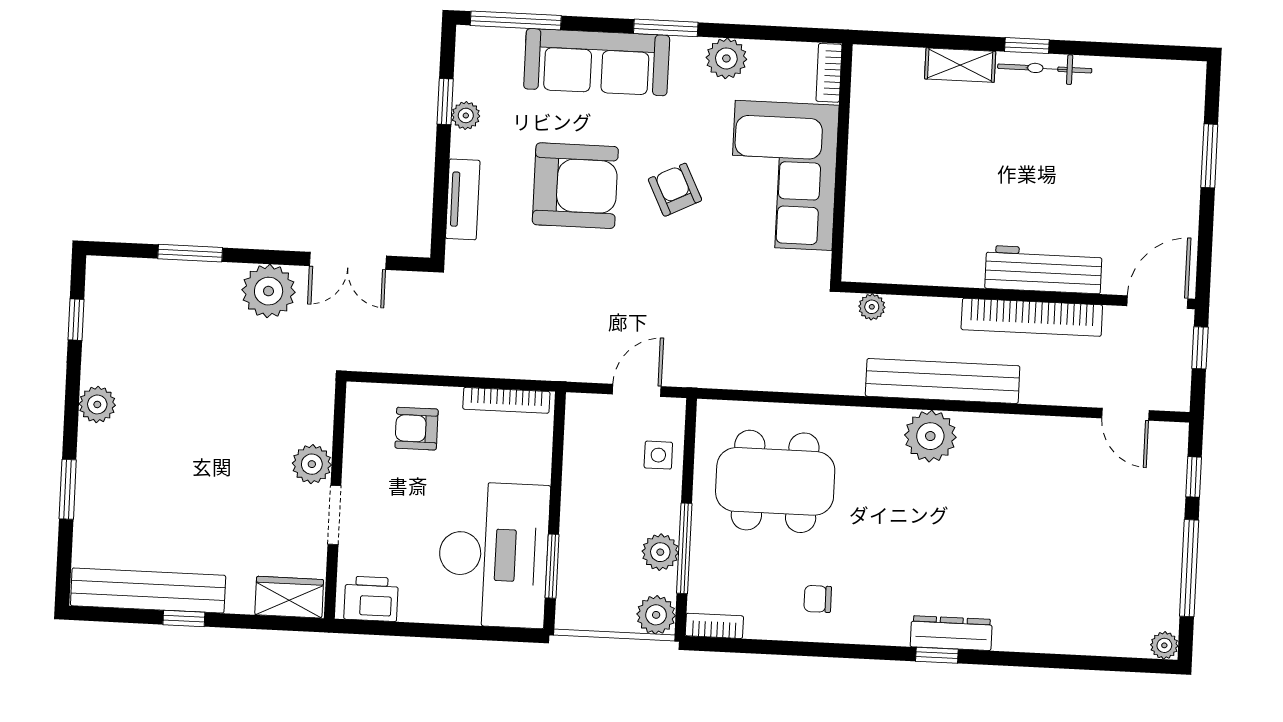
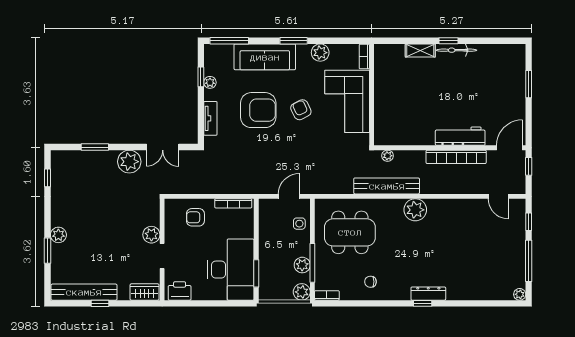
bench: (943, 381) -> (387, 186), moved
plant: (97, 404) -> (58, 235), moved

